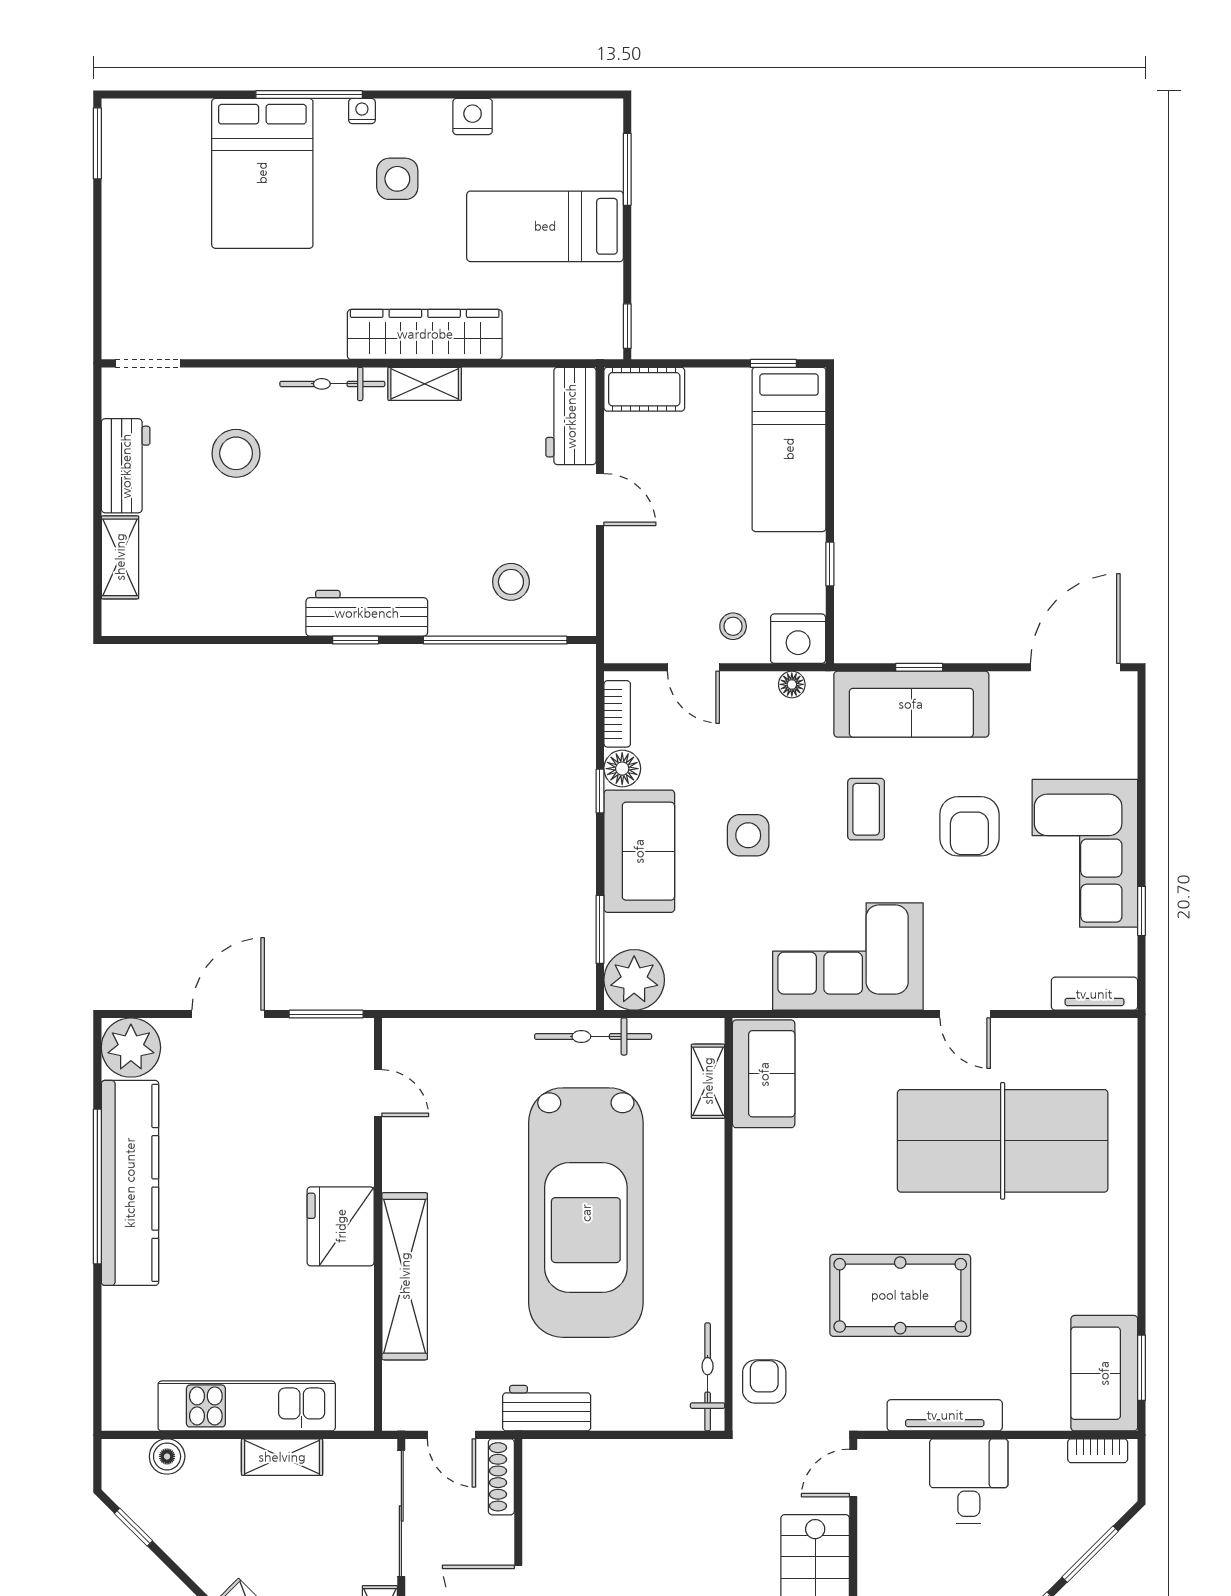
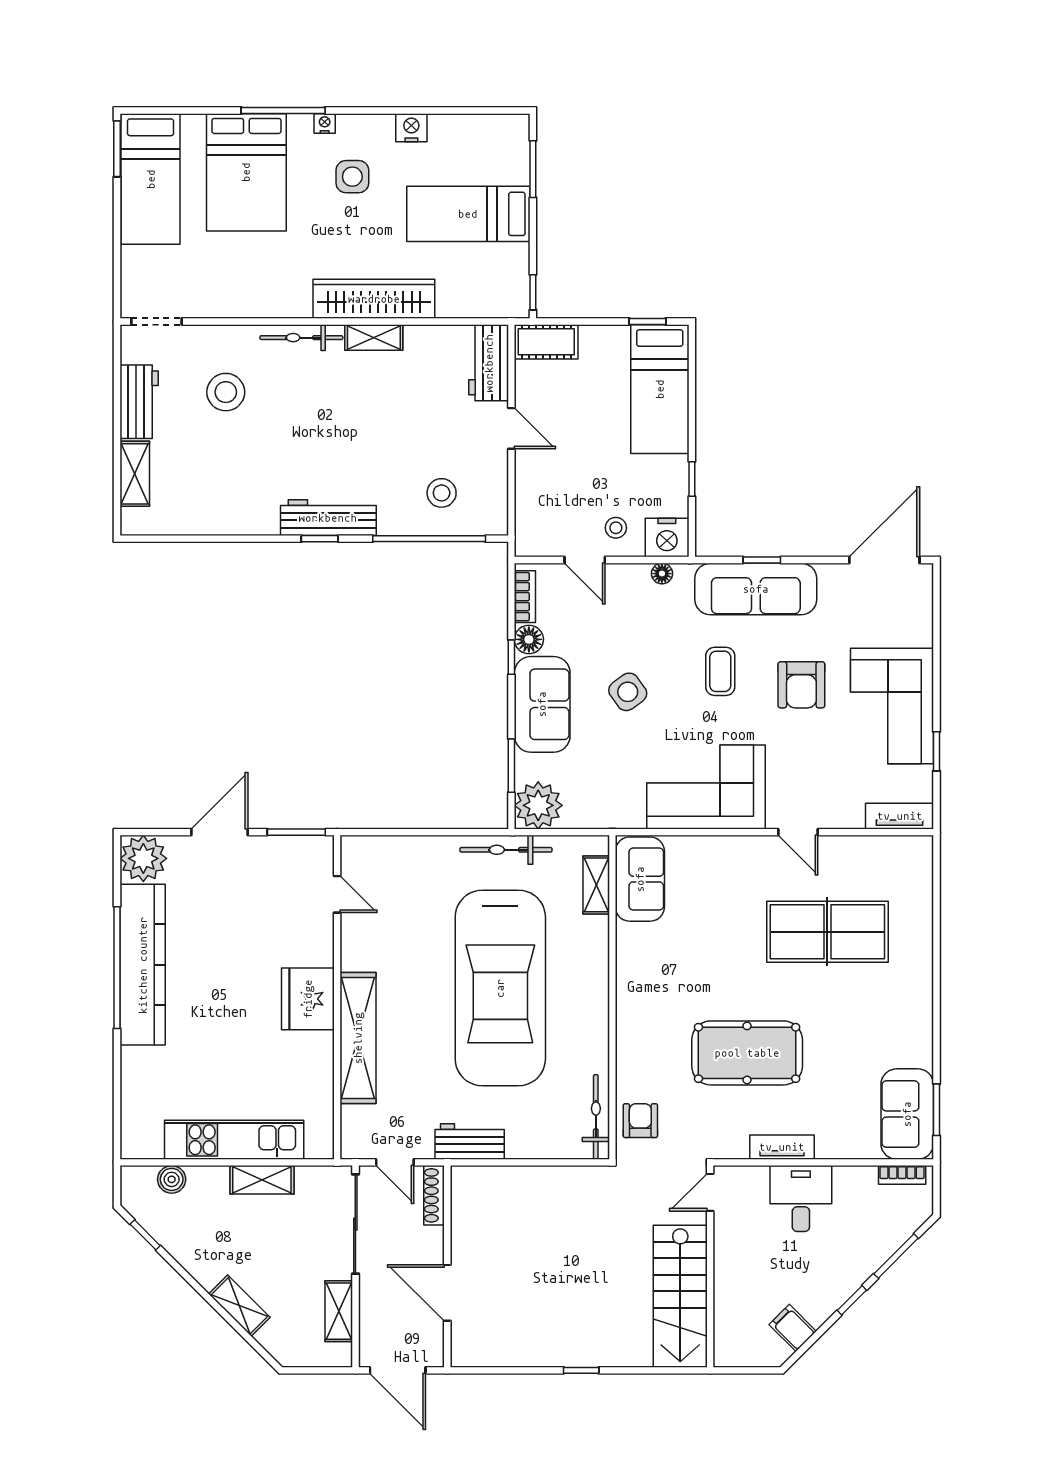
bed: (140, 182) -> (151, 179), added
side table: (748, 835) -> (628, 692), turned -36
table tennis table: (1003, 1141) -> (827, 932), width x0.73, depth x0.76
tv unit: (945, 1415) -> (782, 1147), width x0.71

